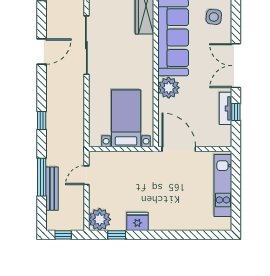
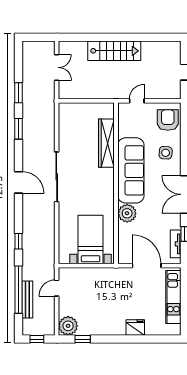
door: (42, 52) -> (18, 182), hinge flipped
tv unit: (226, 108) -> (176, 244), moved
door: (179, 149) -> (147, 266), moved
window: (42, 177) -> (18, 290), width x1.46
fridge: (137, 221) -> (135, 328), moved

